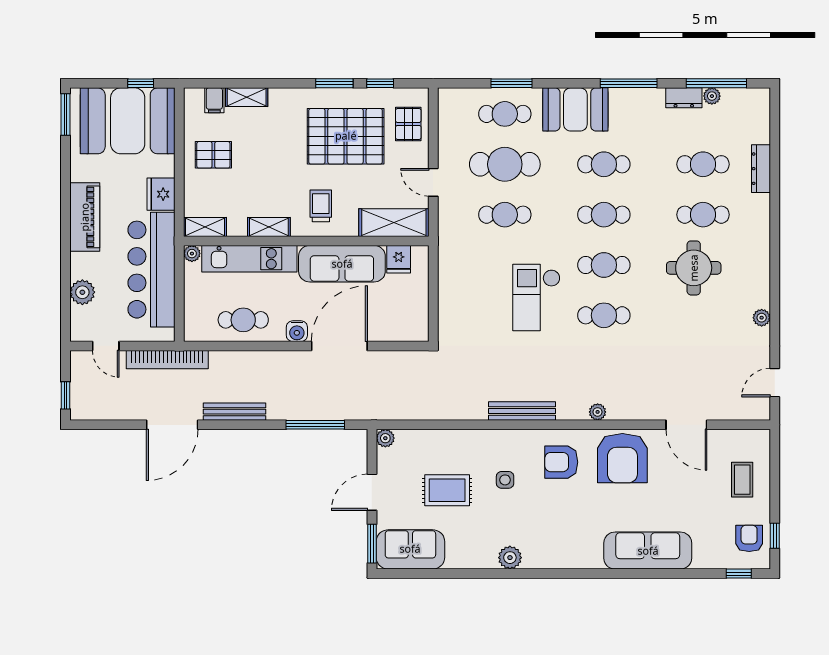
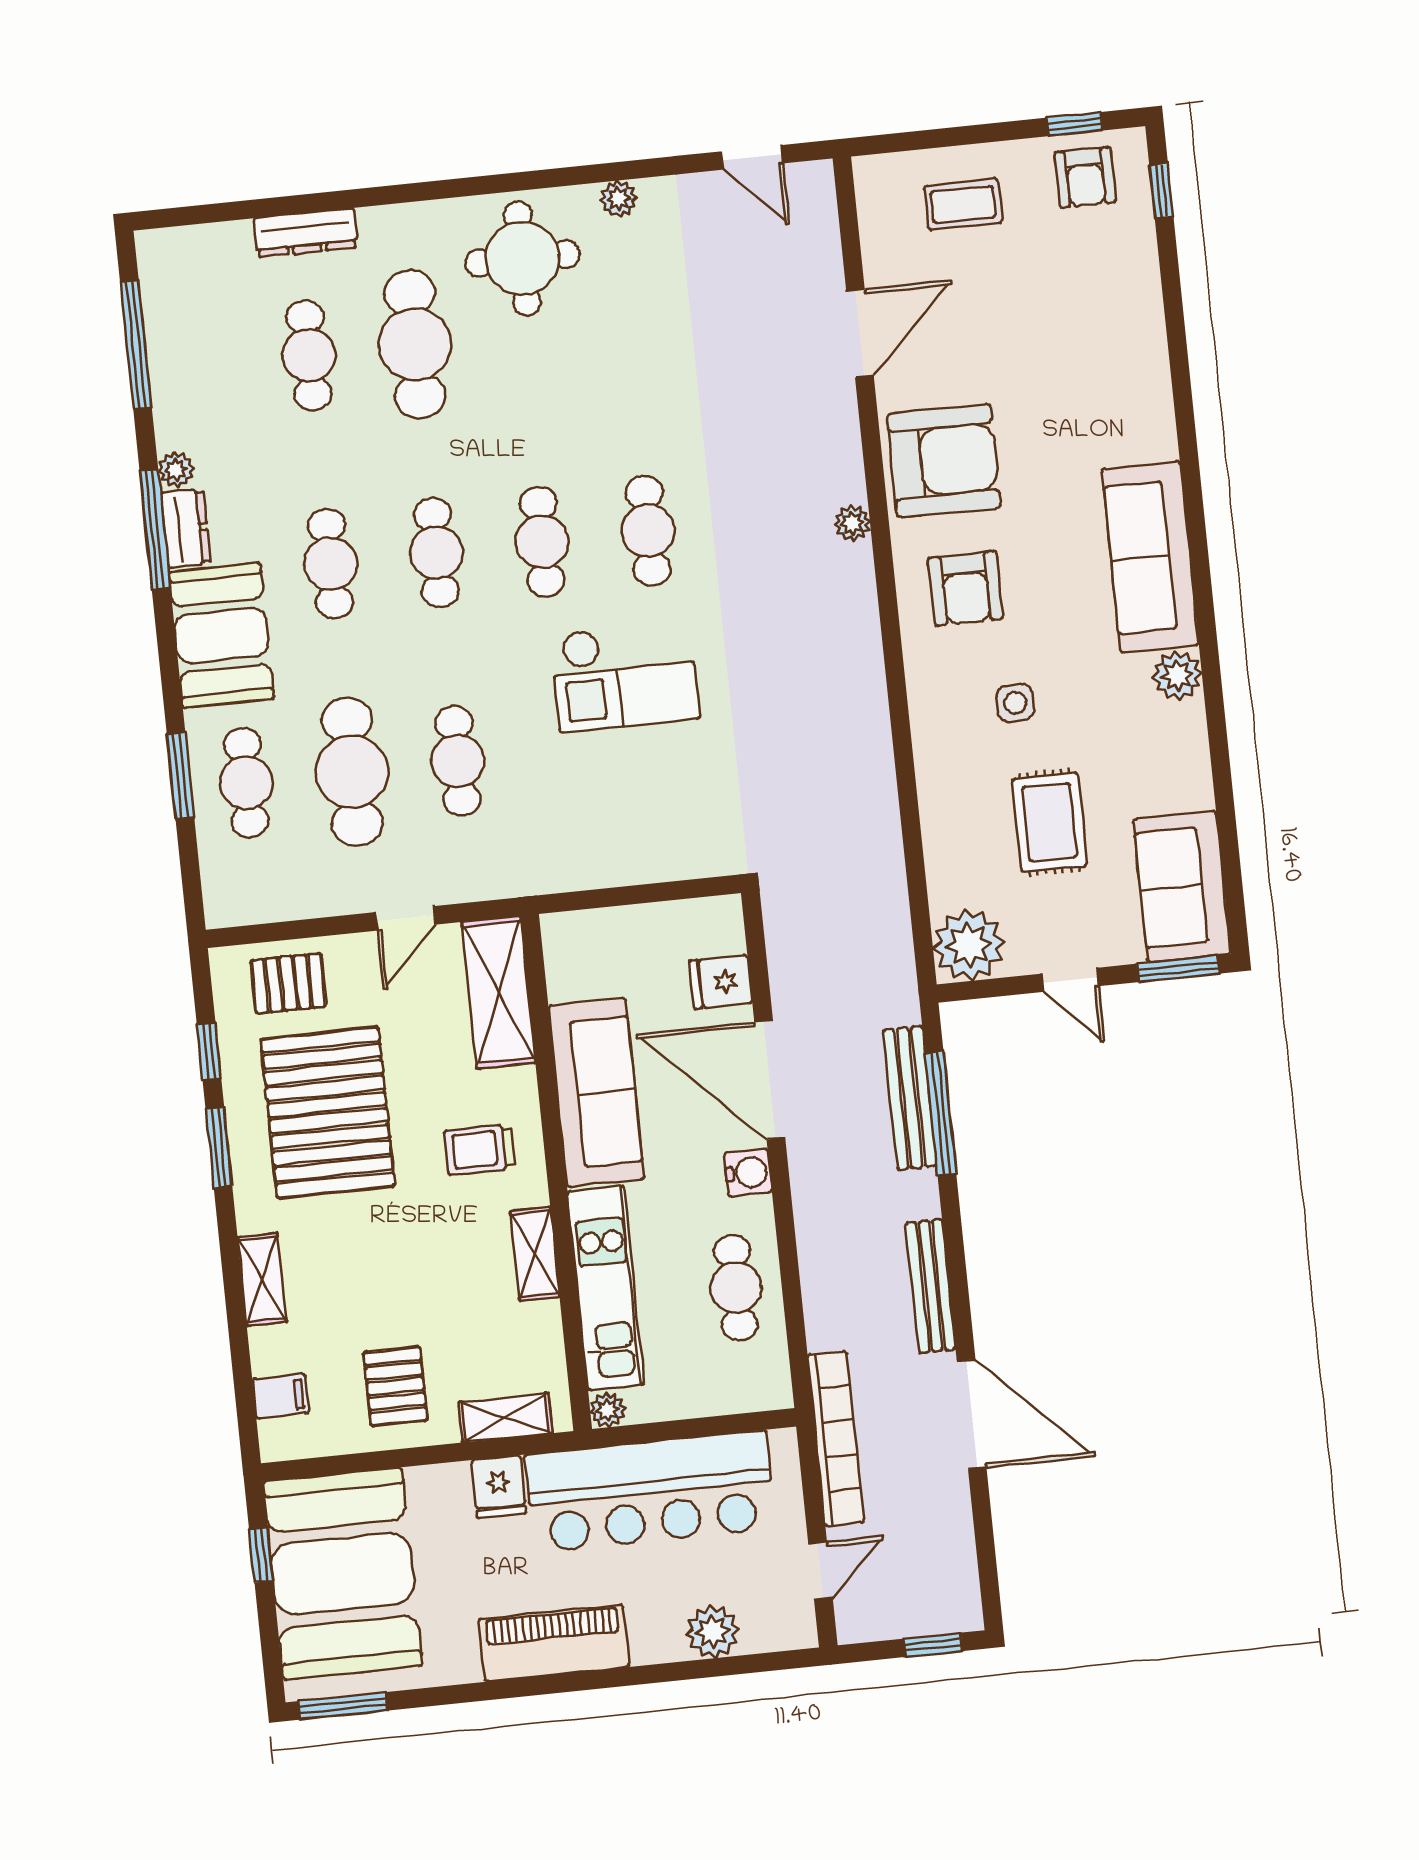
plant: (712, 96) -> (176, 470), moved
shelving: (247, 97) -> (262, 1279), moved
dresser: (684, 98) -> (186, 528), moved
fridge: (161, 194) -> (499, 1487), width x0.72
cafe table: (703, 215) -> (415, 344), width x1.37, depth x1.35
shelving: (205, 227) -> (505, 1418), moved, turned 90
fridge: (399, 259) -> (721, 982), moved, turned 180
round table: (694, 268) -> (522, 258), moved
bench: (522, 411) -> (910, 1098), moved
plant: (385, 438) -> (969, 945), width x1.87, depth x1.87
door: (372, 492) -> (1070, 980), width x0.73
armchair: (749, 538) -> (1085, 177), turned -90
sofa: (648, 551) -> (1150, 557), moved

